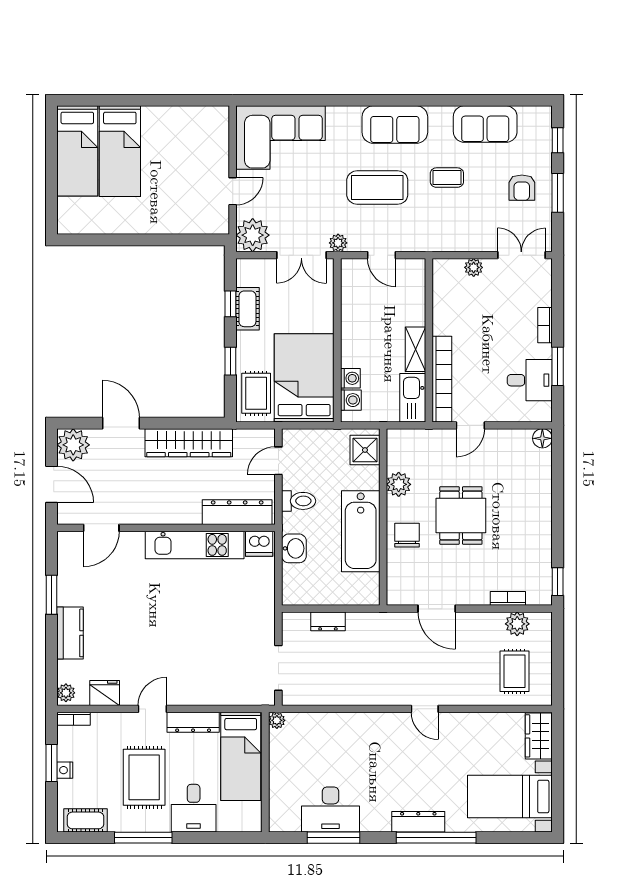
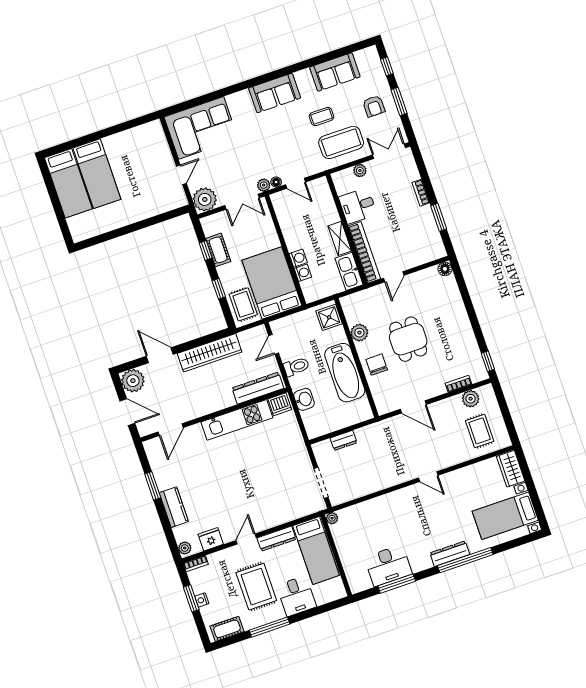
coffee table: (377, 187) -> (341, 142), moved
floor lamp: (356, 245) -> (276, 182), added
desk: (530, 380) -> (358, 206), moved, turned 180
washing machine: (351, 400) -> (298, 258), moved

